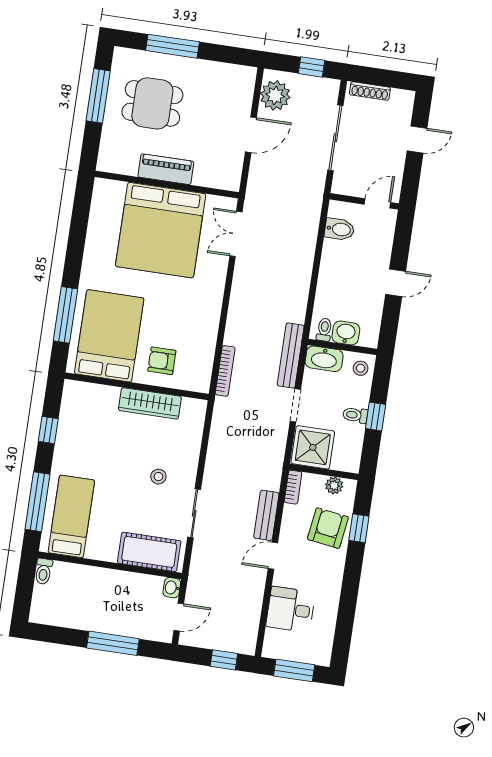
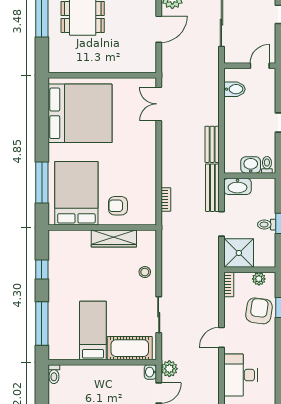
piano: (166, 169) -> (100, 64), removed
bed: (161, 230) -> (80, 113), moved, turned -90
toilet: (324, 330) -> (267, 165), moved
stool: (361, 368) -> (265, 189), removed
bookcase: (225, 371) -> (166, 200), width x0.64
stool: (158, 477) -> (145, 272), moved
bench: (266, 515) -> (212, 144), moved
bed: (71, 516) -> (93, 331), moved
plant: (198, 587) -> (169, 369), added
desk: (291, 609) -> (240, 375), width x1.37

